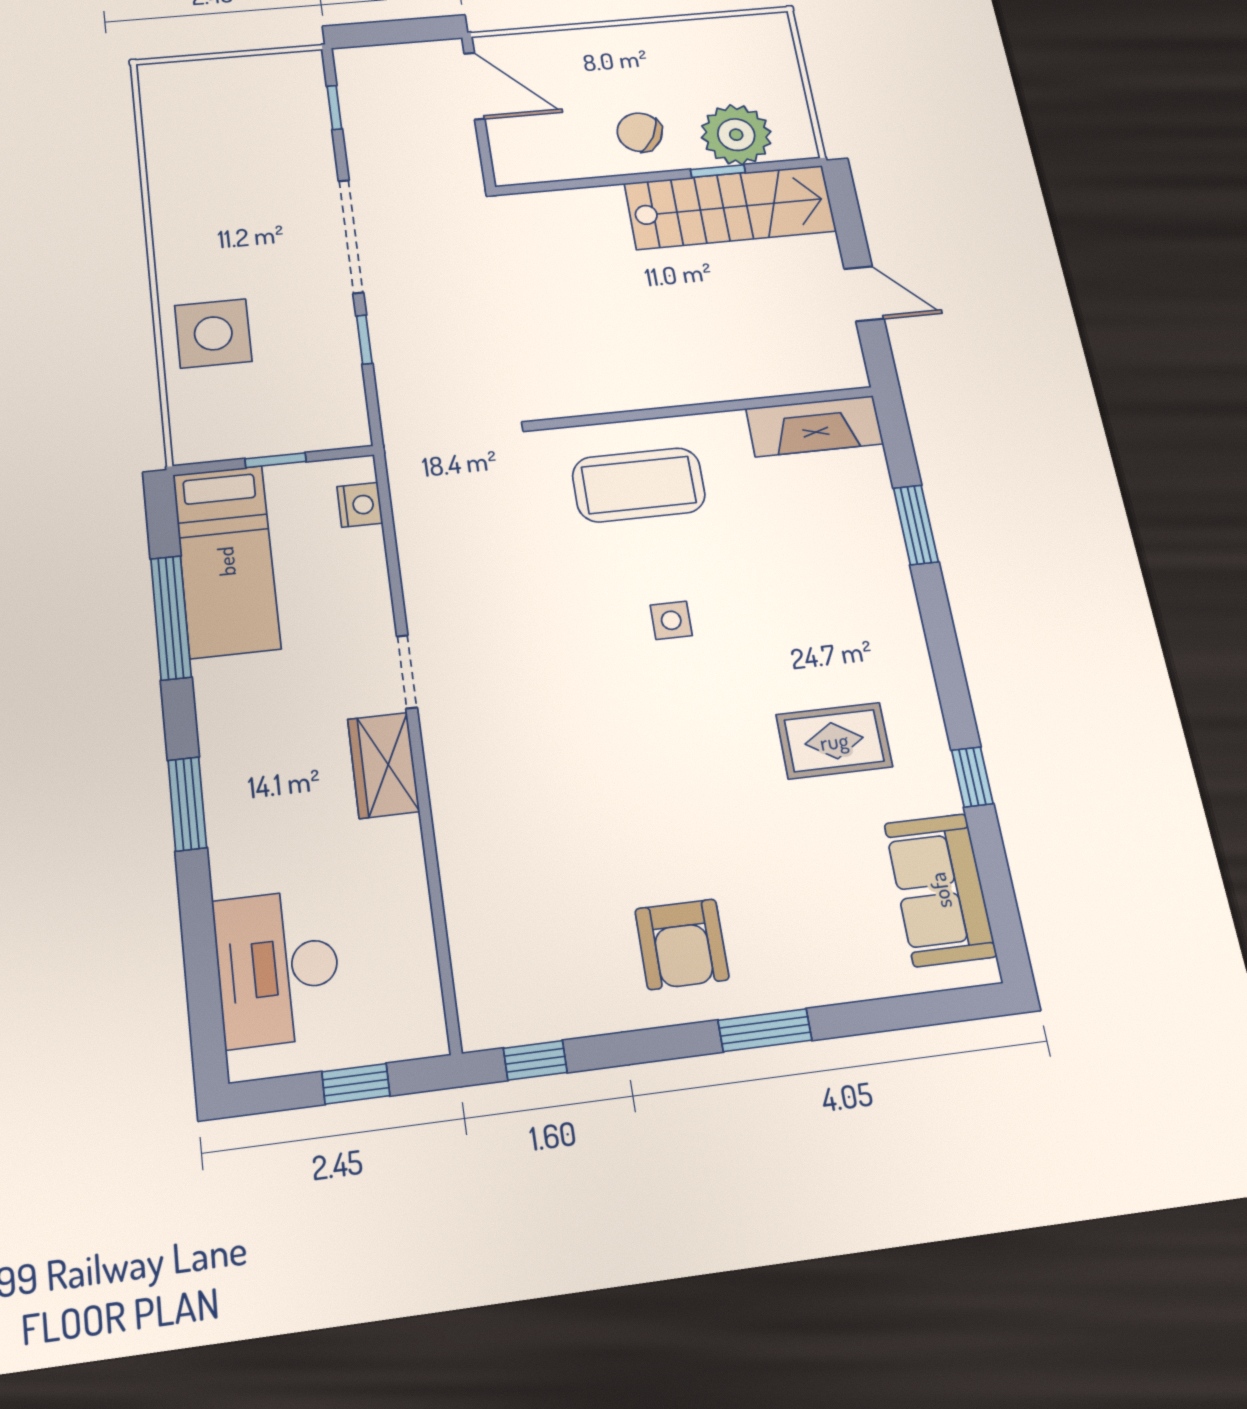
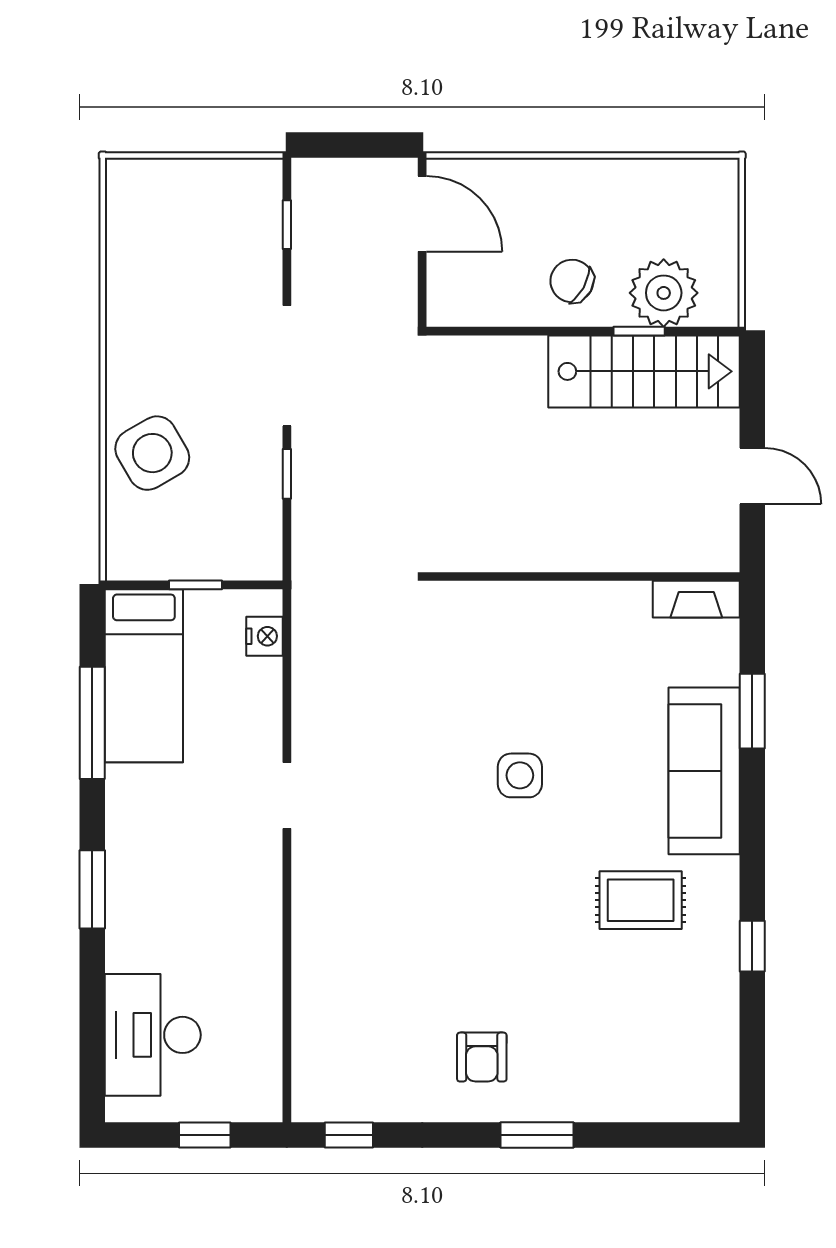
side table: (213, 333) -> (152, 453), turned -30
fireplace: (815, 426) -> (696, 599), width x0.73, depth x0.76
coffee table: (639, 485) -> (512, 645), removed
side table: (671, 620) -> (520, 775), width x1.37, depth x1.37
wardrobe: (383, 765) -> (257, 876), removed
sofa: (940, 890) -> (704, 771), moved, width x1.36
armchair: (682, 944) -> (482, 1057), width x0.72, depth x0.72

